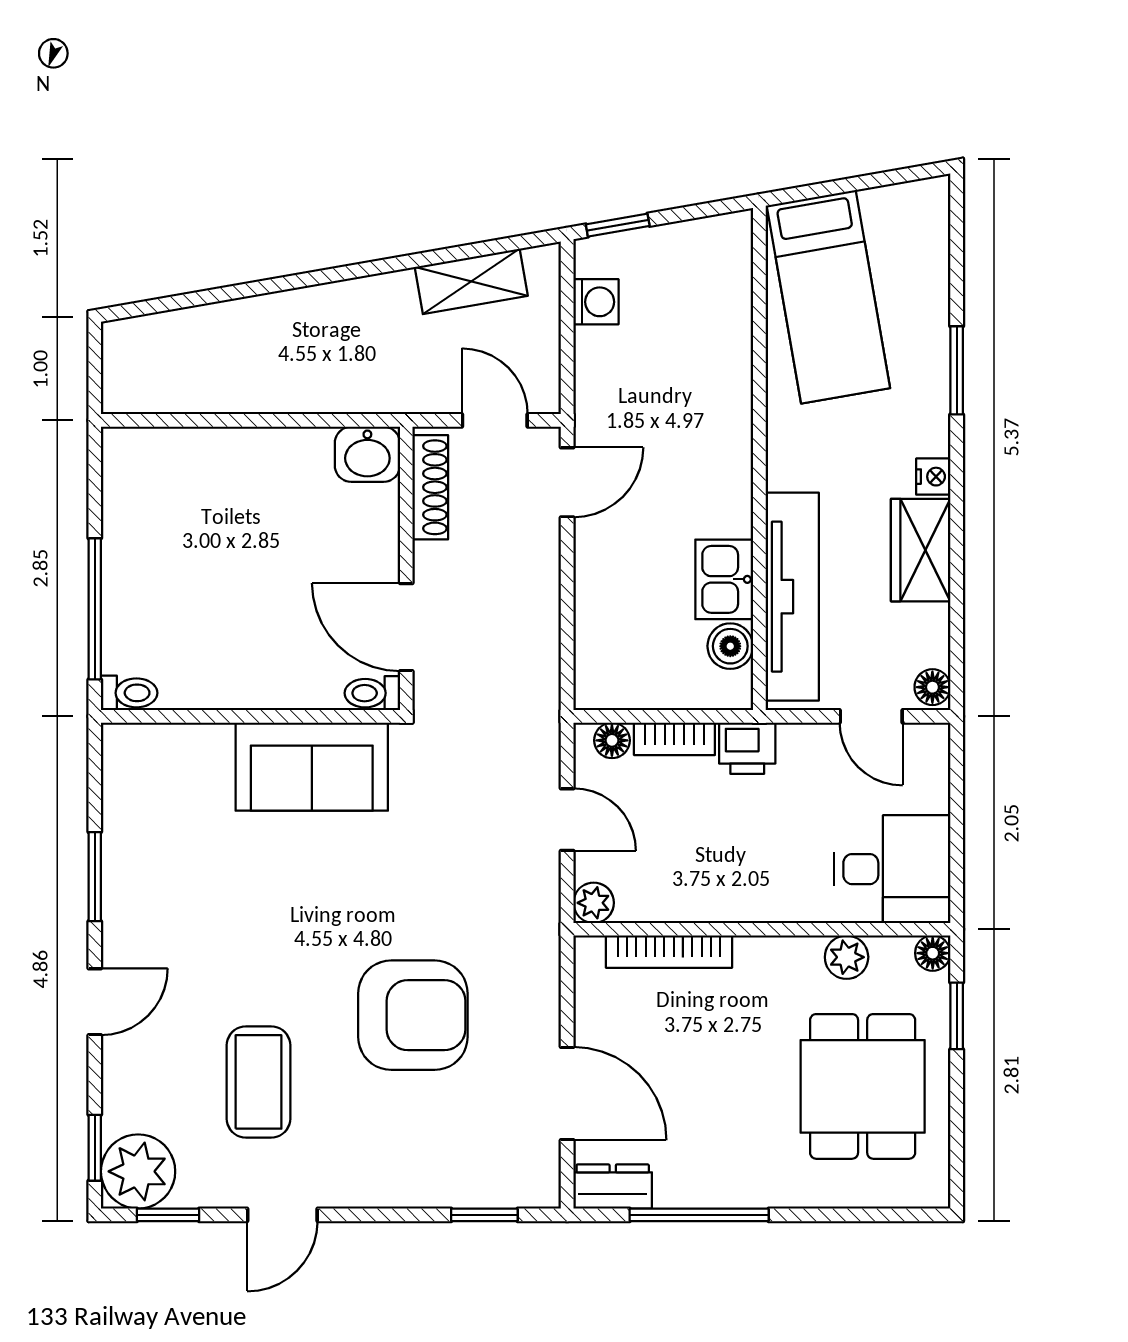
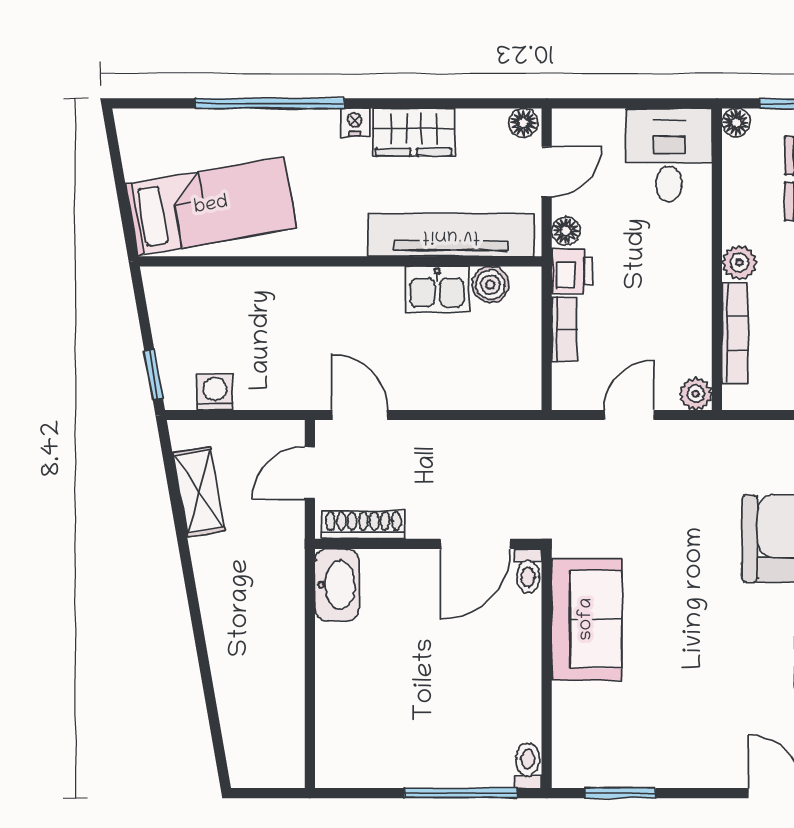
window: (957, 370) -> (270, 103), width x2.11
washbasin: (367, 454) -> (337, 585), width x1.38
floor lamp: (612, 740) -> (566, 231), moved
window: (95, 877) -> (620, 793), moved
plant: (847, 957) -> (739, 262), moved

